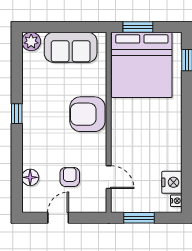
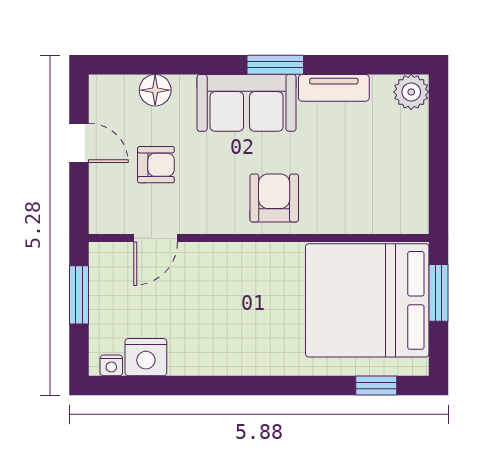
sofa: (71, 47) -> (247, 103), moved, turned -90
tv unit: (29, 83) -> (334, 88), added
window: (17, 114) -> (275, 65), width x1.50
armchair: (87, 114) -> (274, 198), width x0.73, depth x0.73

